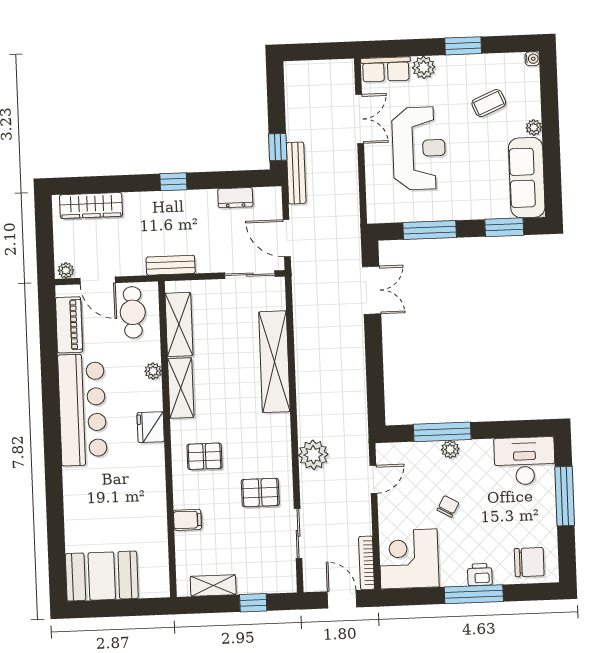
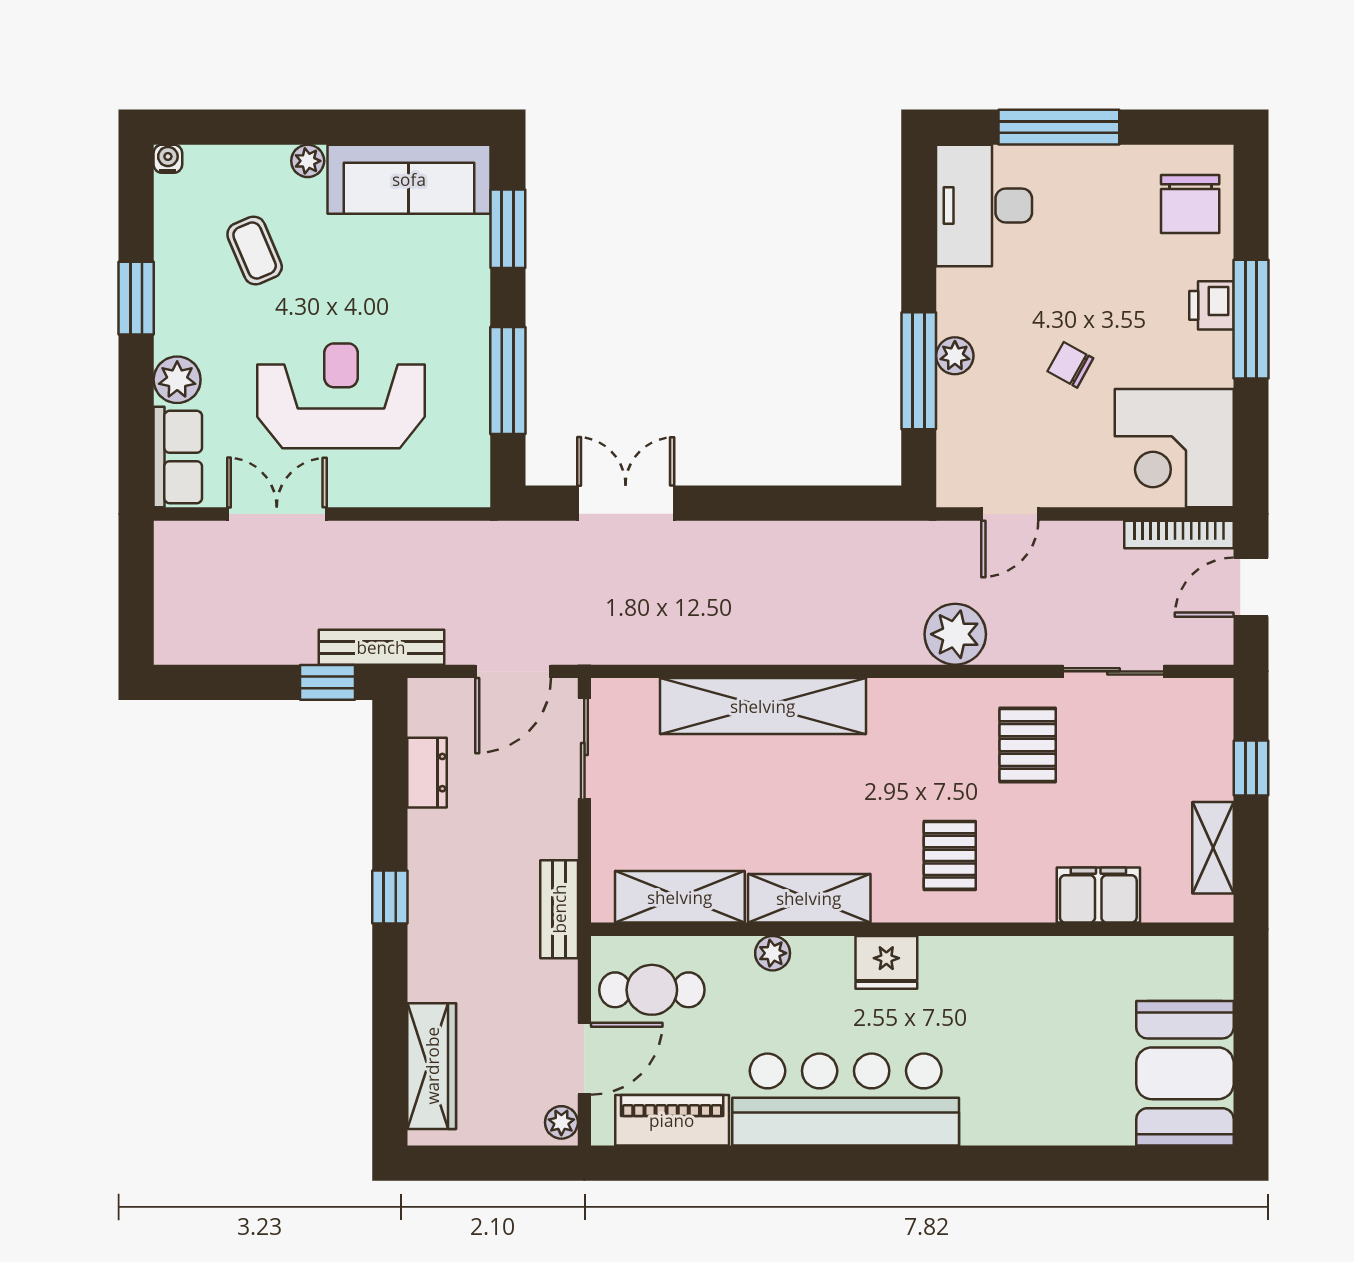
door: (373, 479) -> (1010, 514), swing flipped
filing cabinet: (187, 520) -> (1098, 895), width x2.00
chair: (529, 562) -> (1190, 204), turned 180

